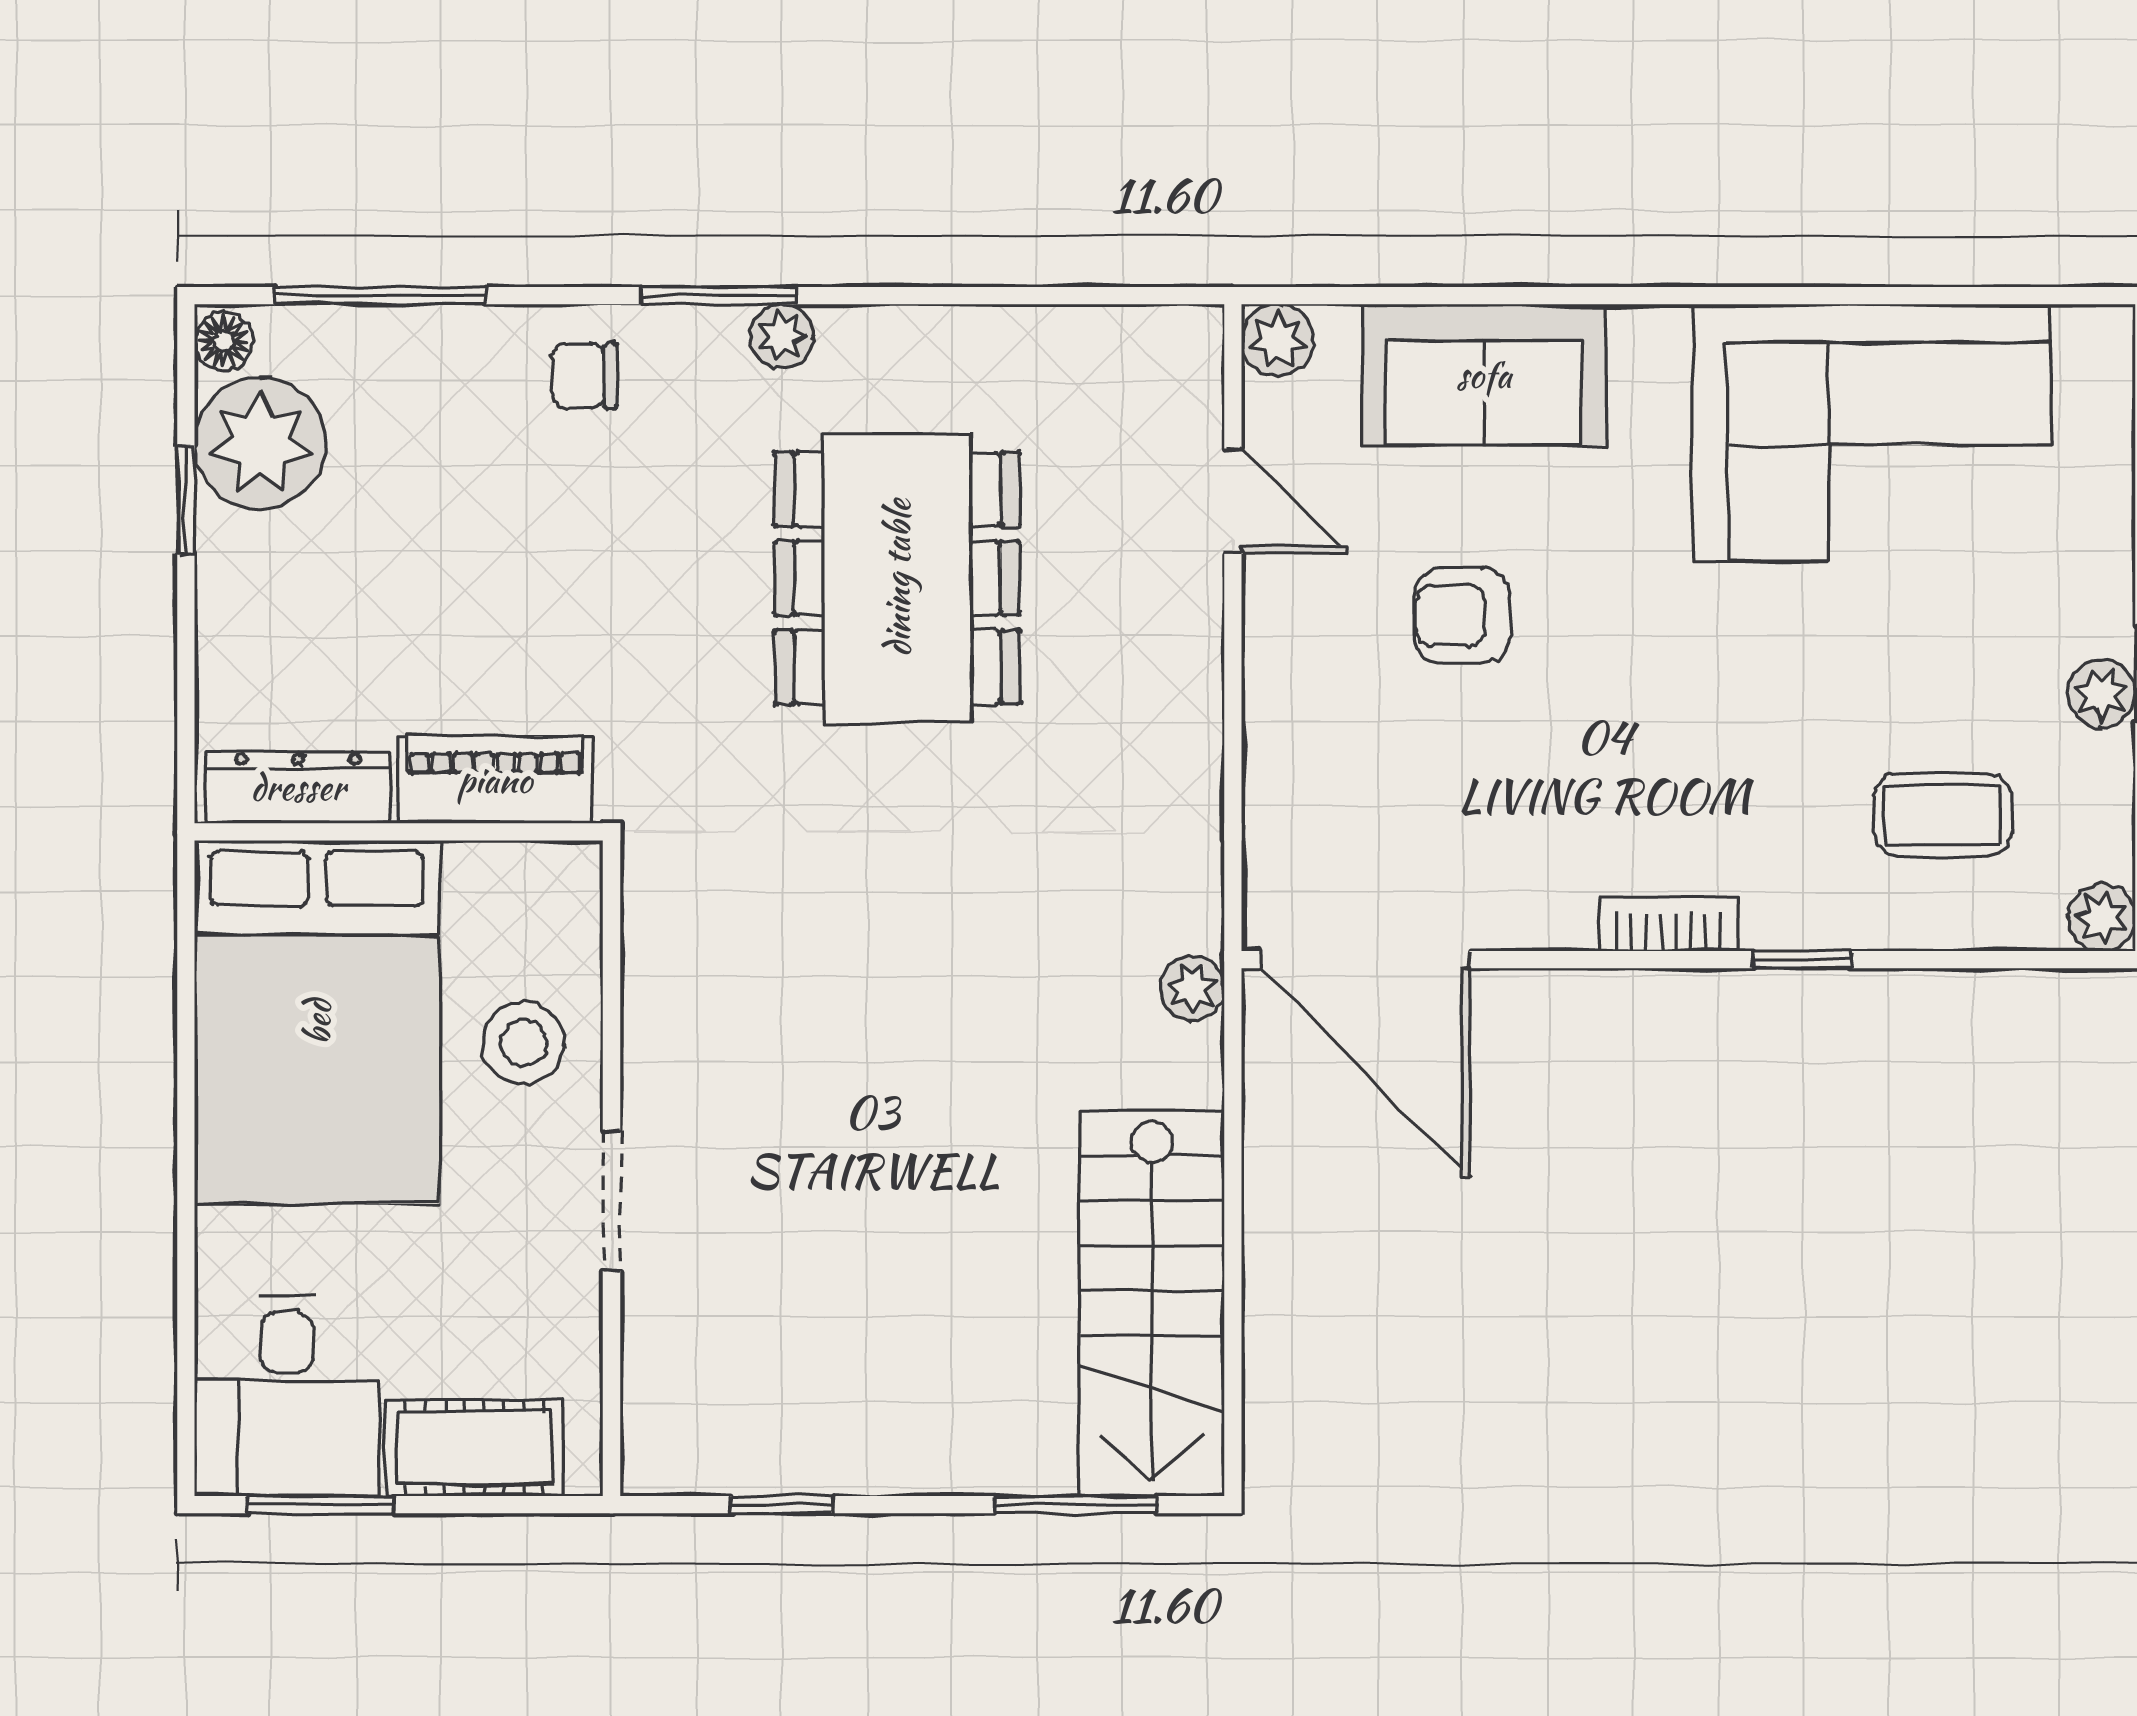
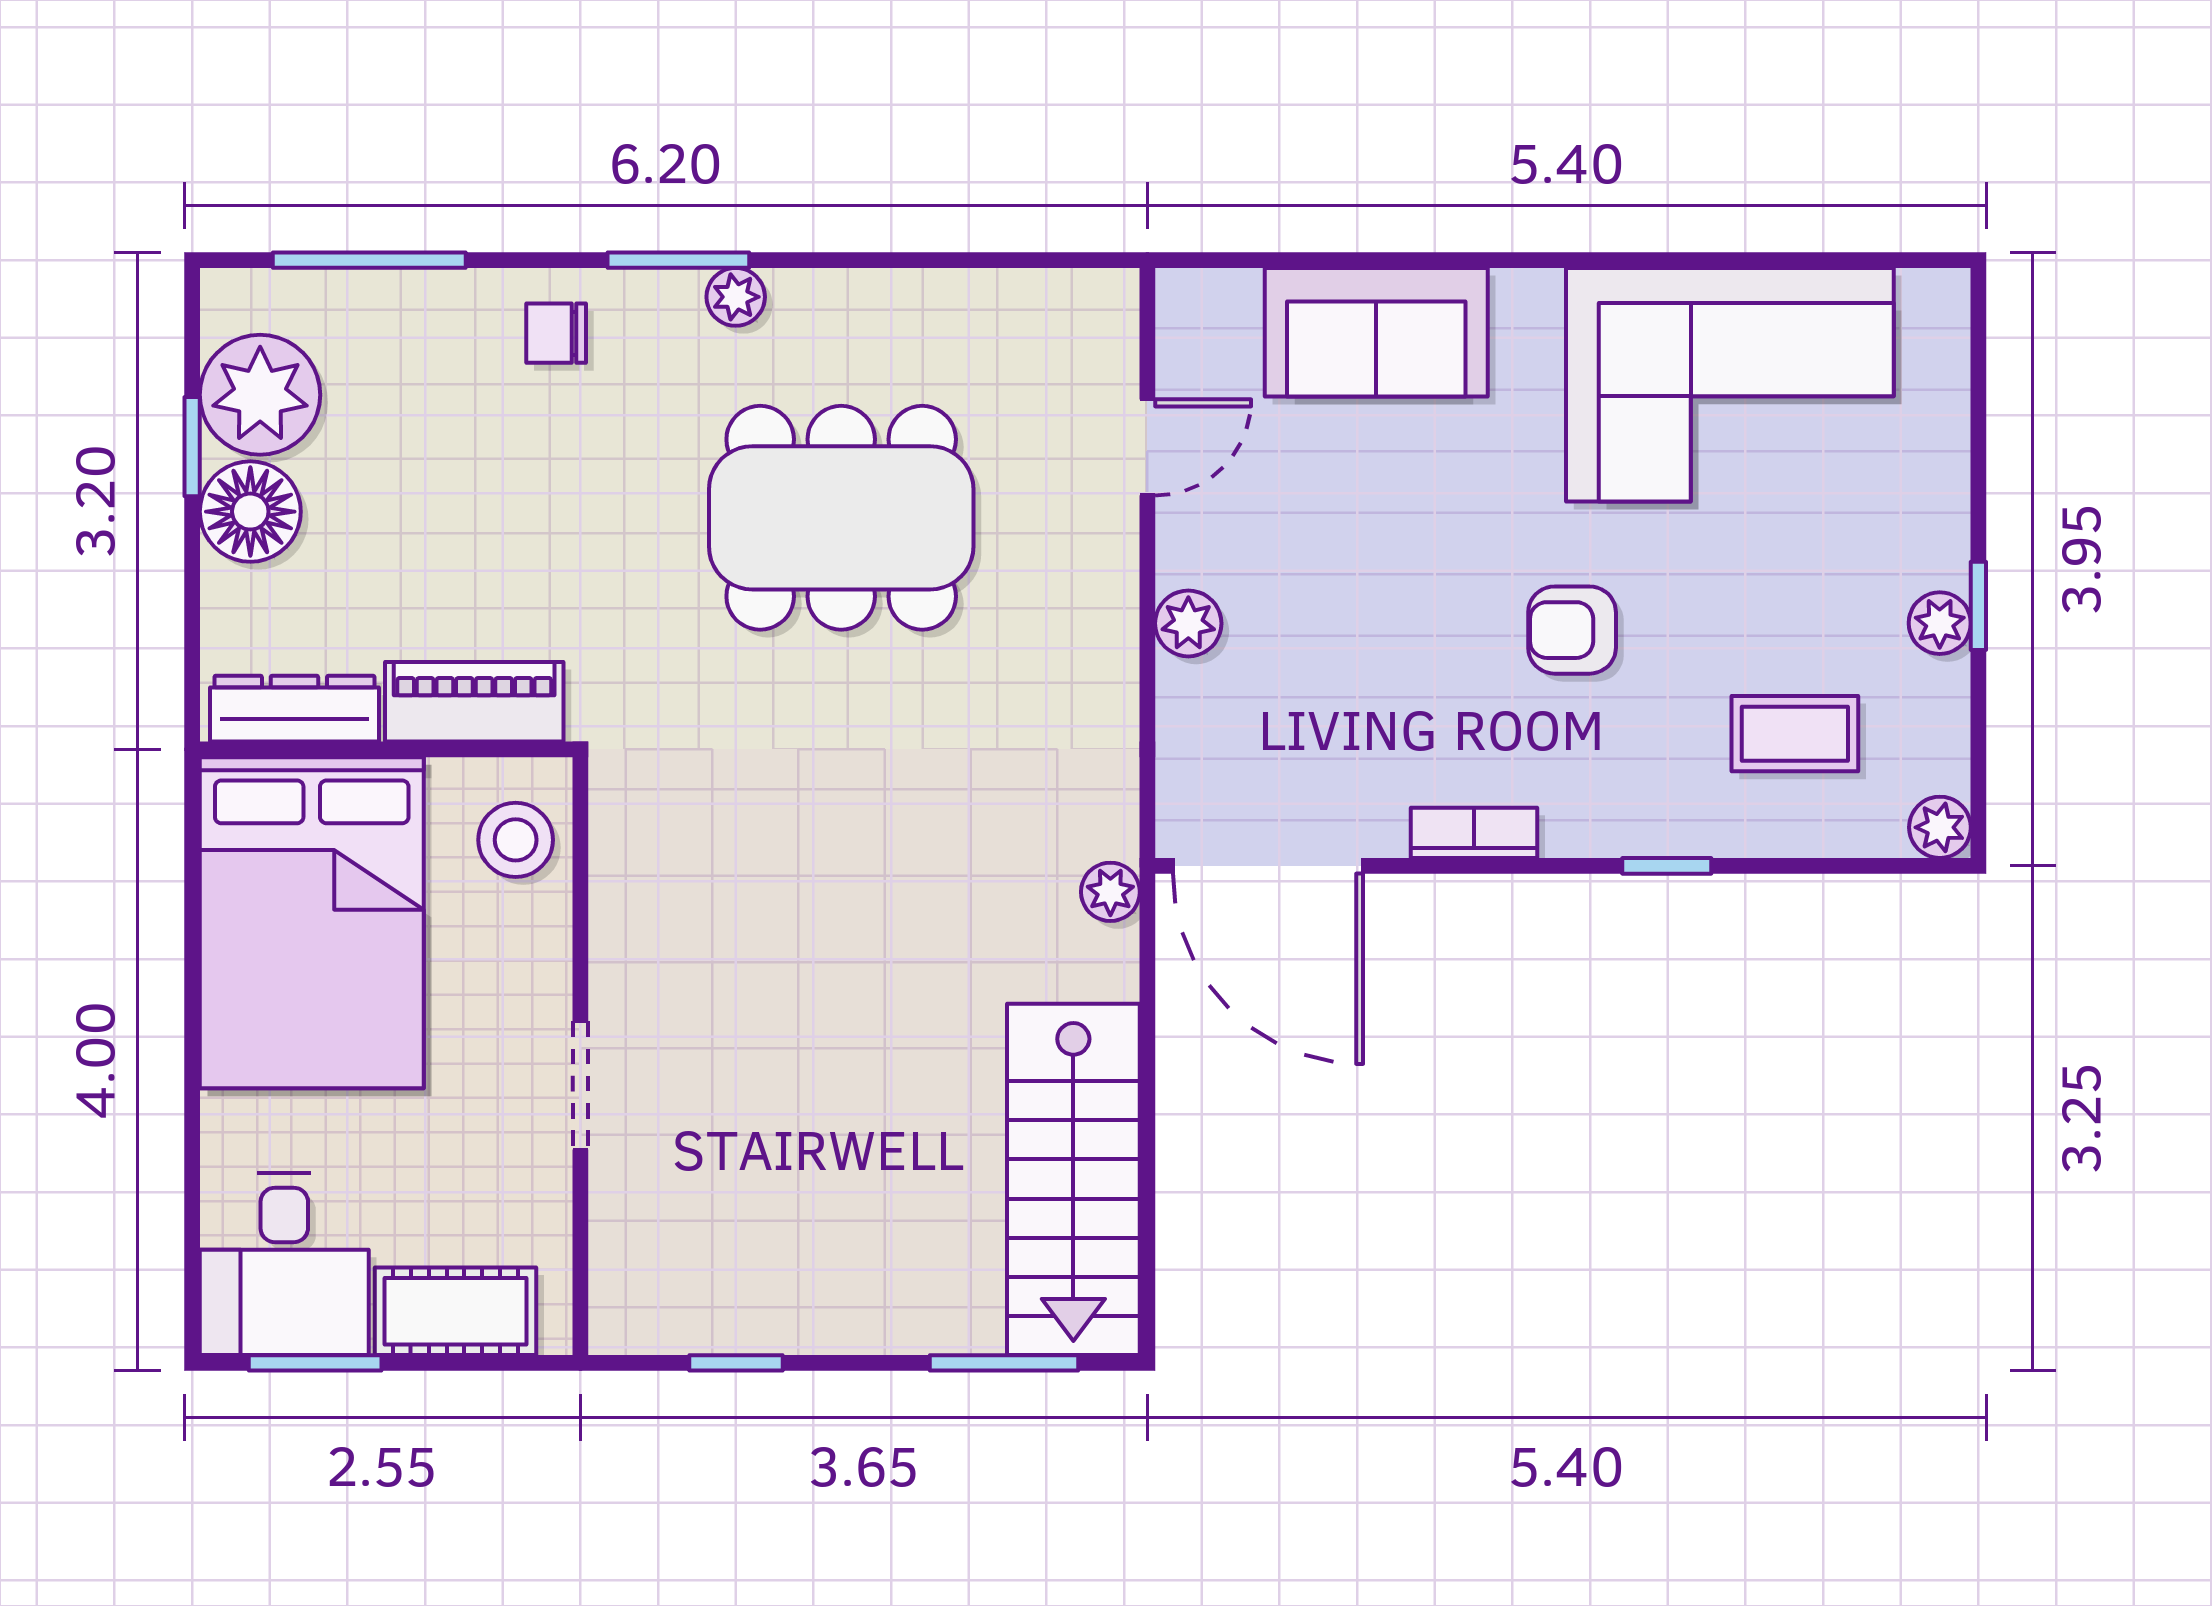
plant: (1278, 340) -> (1188, 623), moved
floor lamp: (224, 341) -> (250, 512), moved, width x1.89, depth x1.89
door: (1233, 501) -> (1147, 447), hinge flipped
dining table: (897, 578) -> (841, 518), turned 90
armchair: (1462, 616) -> (1572, 630), moved
bookcase: (1669, 924) -> (1474, 833), moved
stool: (524, 1043) -> (516, 840), moved

